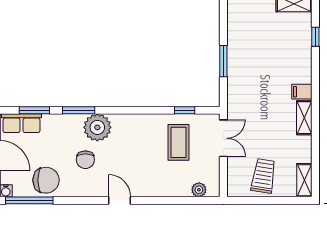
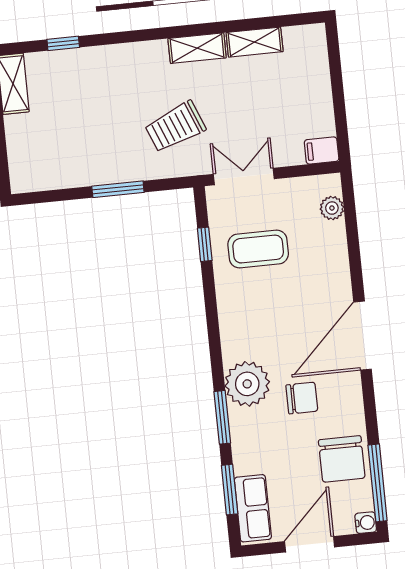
filing cabinet: (302, 92) -> (322, 151), moved, turned 90
trolley: (263, 176) -> (175, 127), moved, turned -31
chair: (46, 180) -> (342, 459), turned 180
shelving: (304, 180) -> (255, 42), moved
door: (120, 200) -> (363, 336), width x1.88

